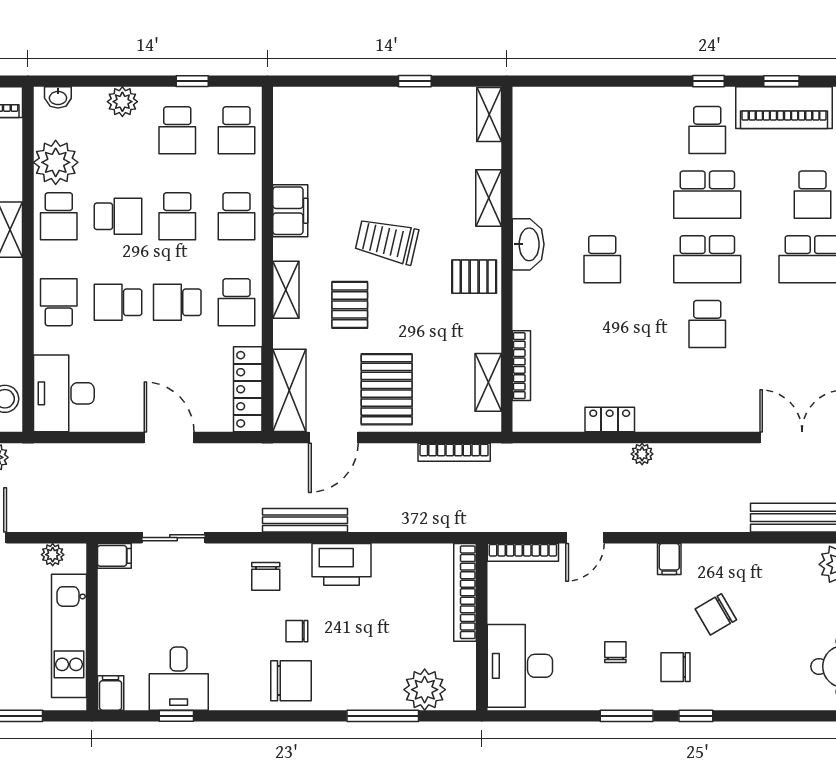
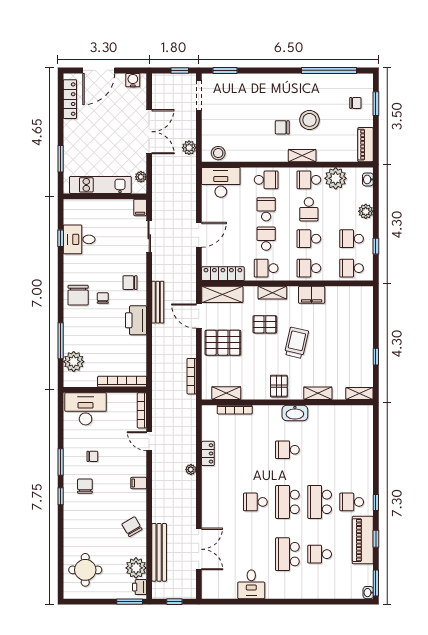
chair: (716, 614) -> (132, 527), moved
filing cabinet: (111, 693) -> (72, 206), removed

